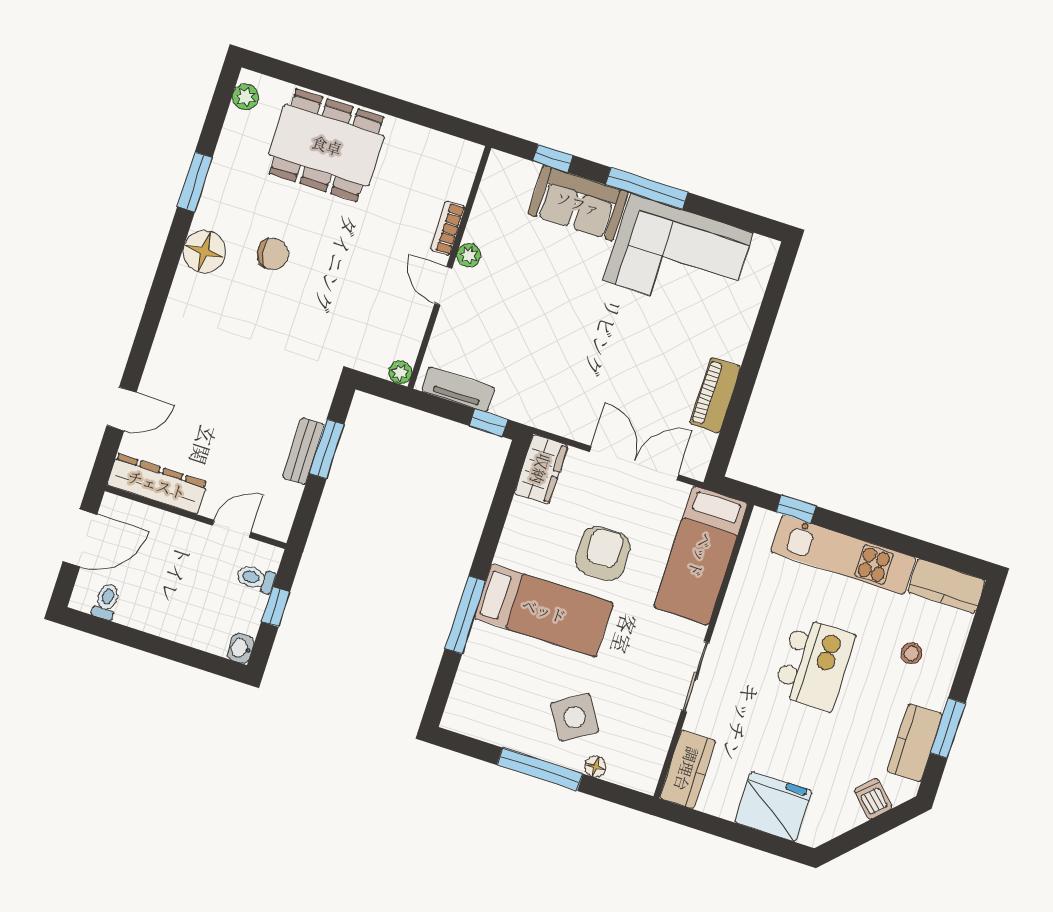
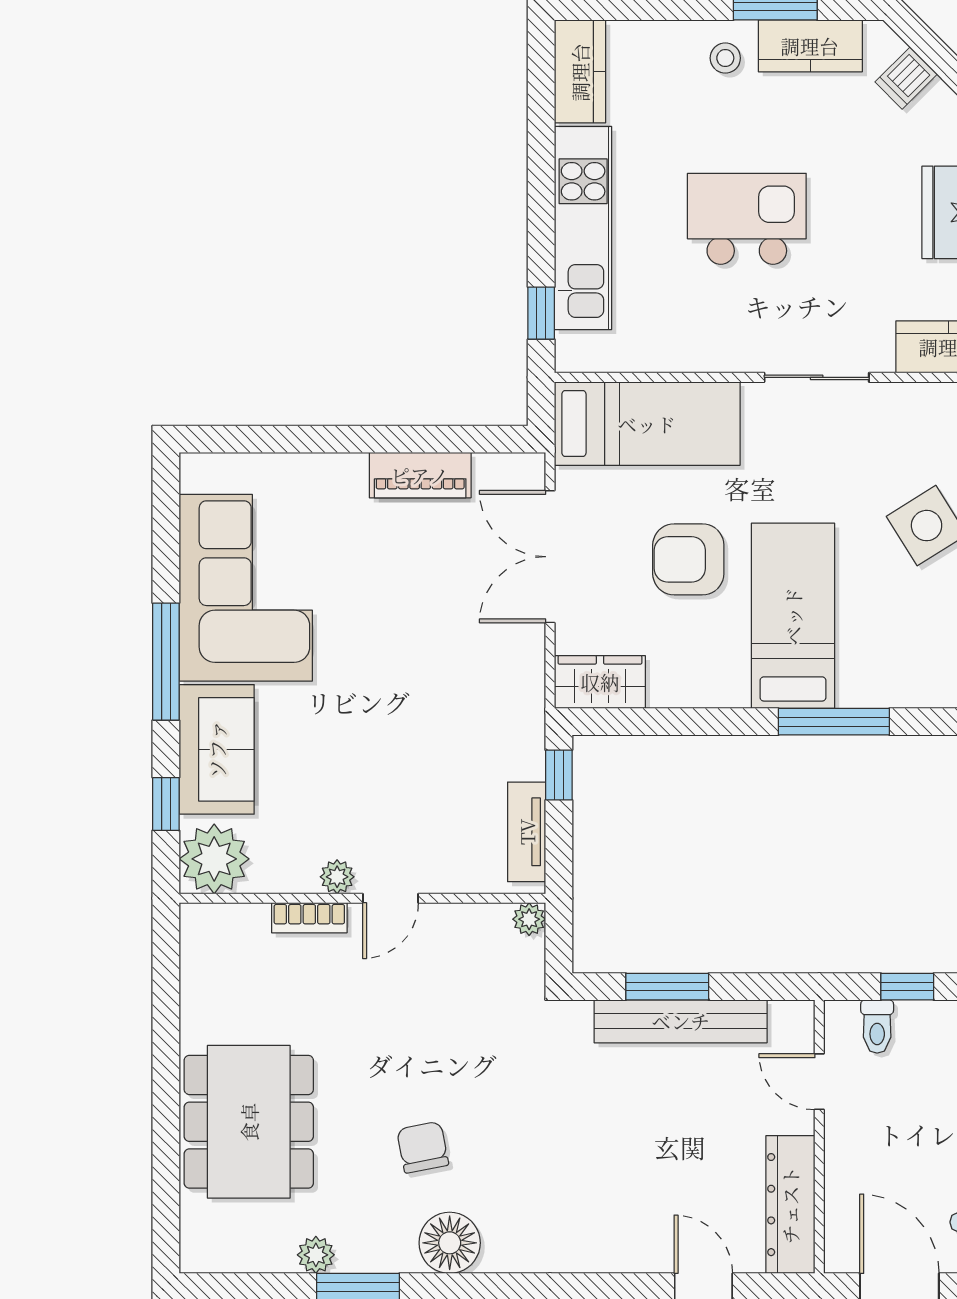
plant: (246, 97) -> (316, 1255), moved
plant: (507, 178) -> (214, 859), added
bench: (303, 451) -> (681, 1021), width x1.86, depth x1.21
stool: (911, 653) -> (725, 58), moved

